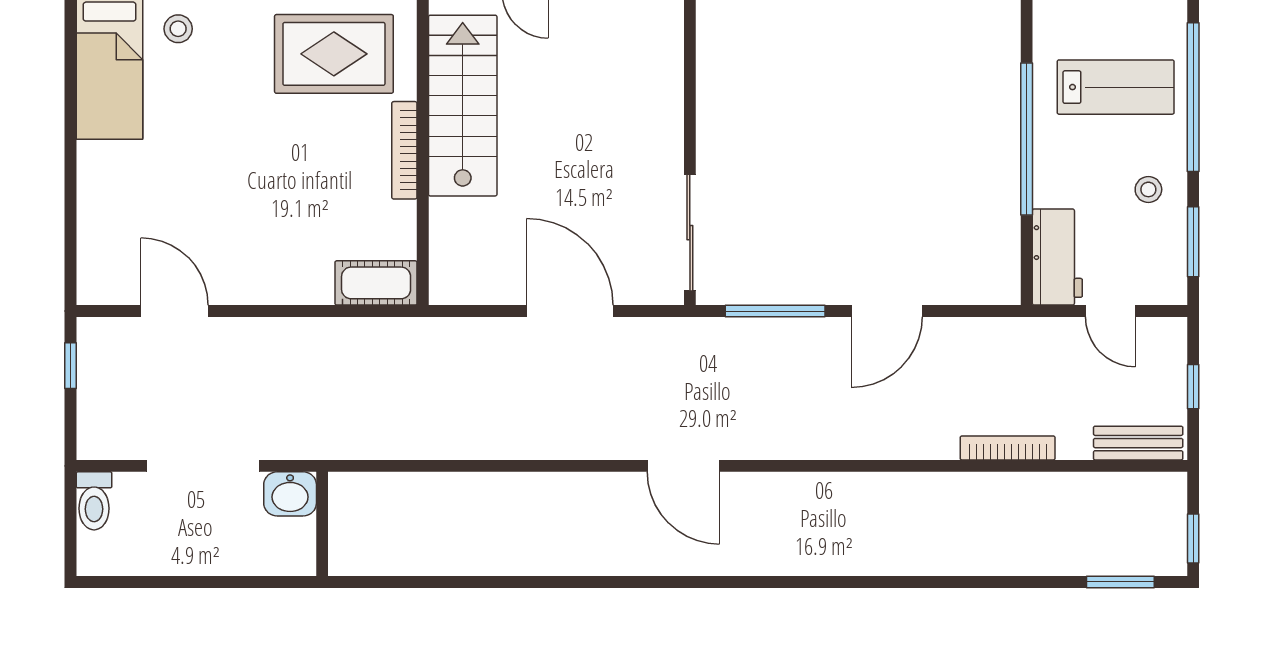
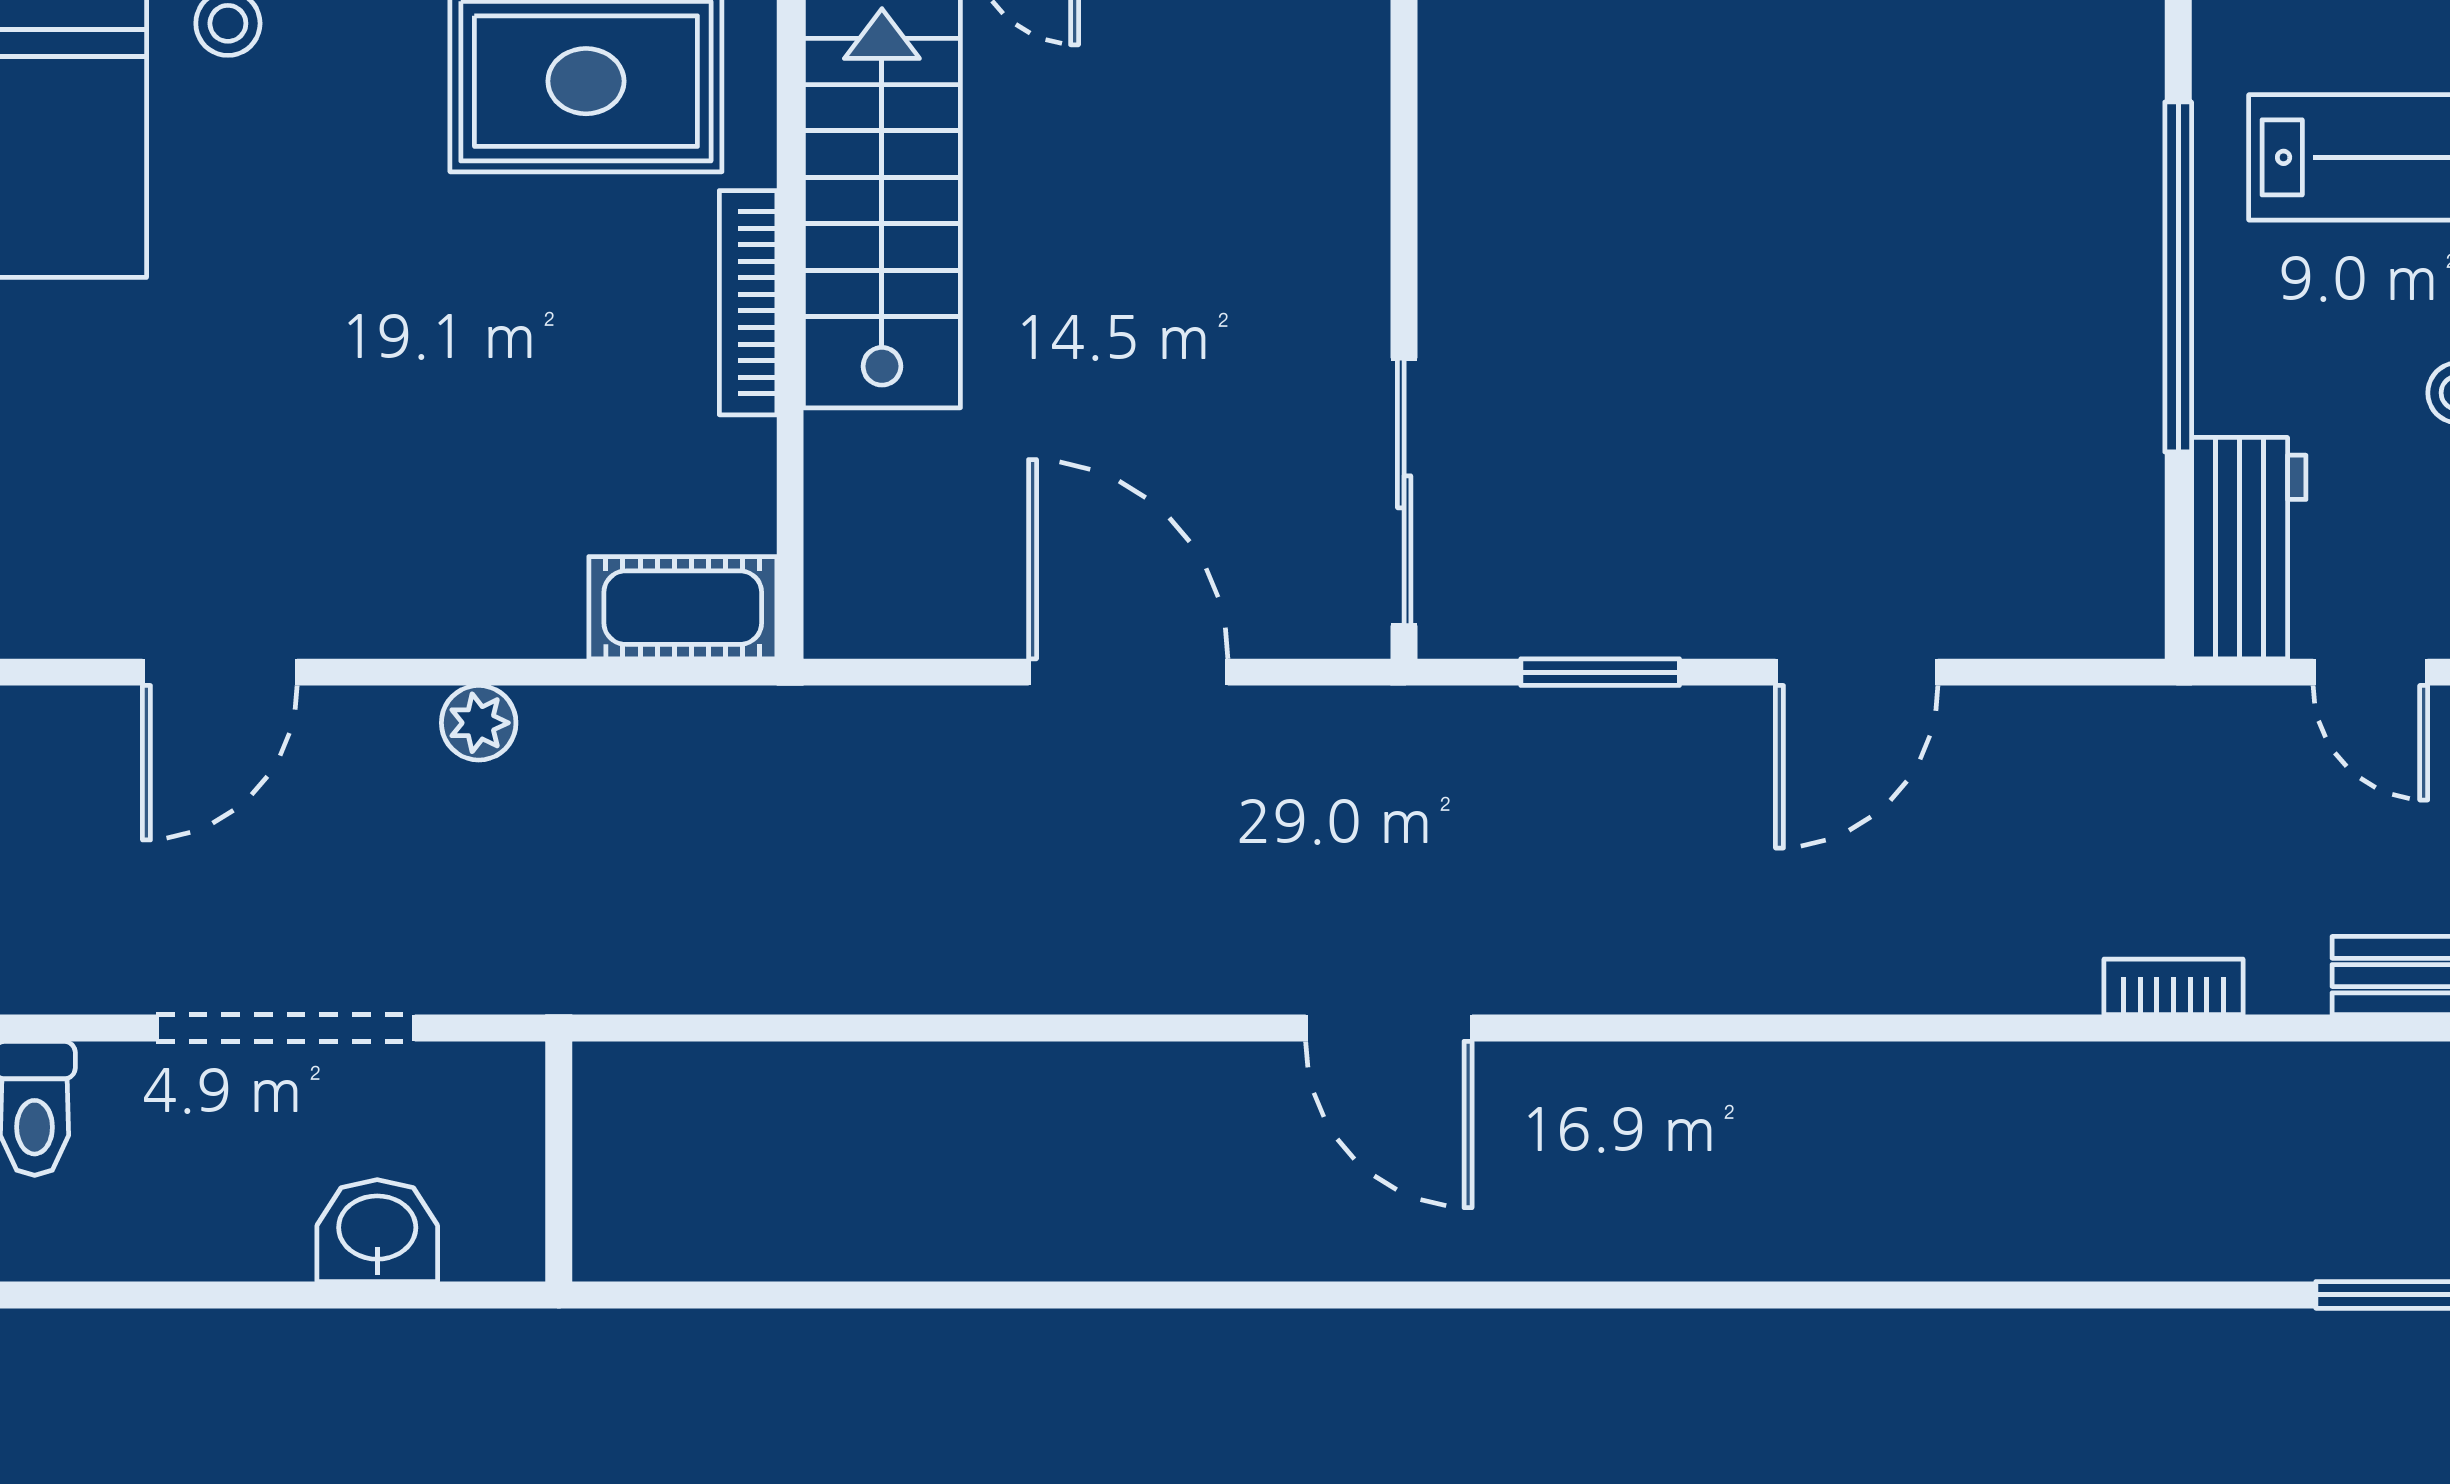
door: (175, 311) -> (220, 672), swing flipped
window: (775, 311) -> (1600, 672), width x0.69
plant: (287, 333) -> (479, 723), added
bookcase: (1008, 448) -> (2173, 987), width x0.64
washbasin: (290, 494) -> (377, 1231), moved, turned 180

